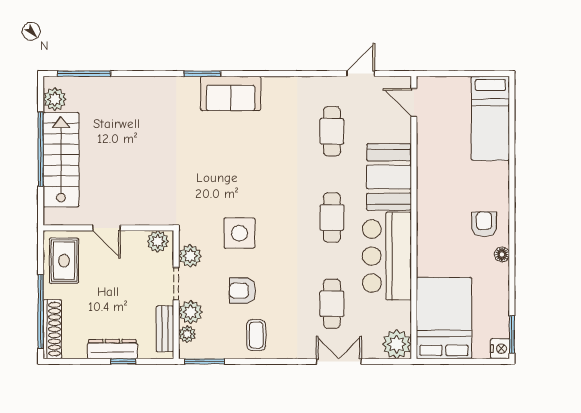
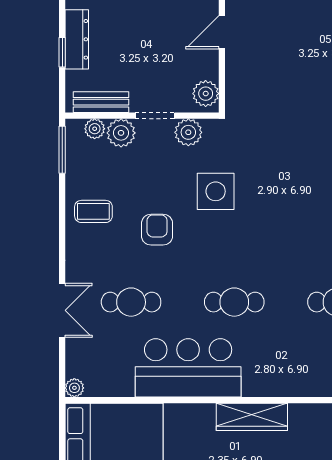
booth: (389, 177) -> (283, 370), removed
wardrobe: (428, 203) -> (252, 417), added
armchair: (243, 291) -> (157, 230), moved
plant: (397, 344) -> (74, 388), width x0.53, depth x0.53

